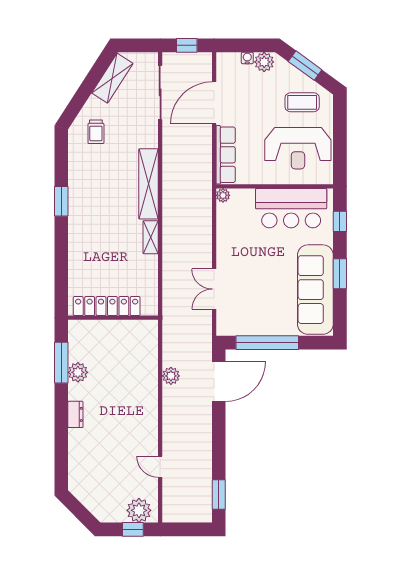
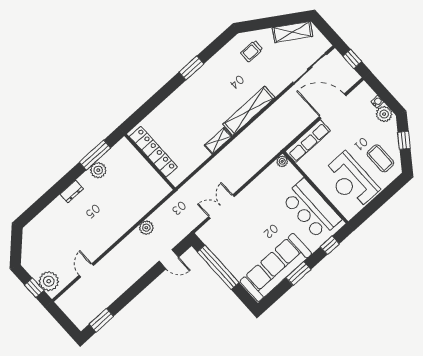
window: (305, 66) -> (404, 140), width x0.67
door: (219, 381) -> (169, 259), width x0.53

